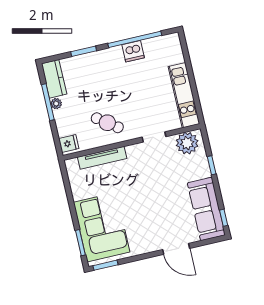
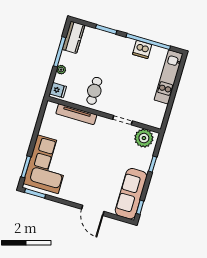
kitchen unit: (184, 95) -> (168, 77), moved
plant: (56, 104) -> (61, 70), moved
cafe table: (107, 123) -> (94, 91), turned 54

